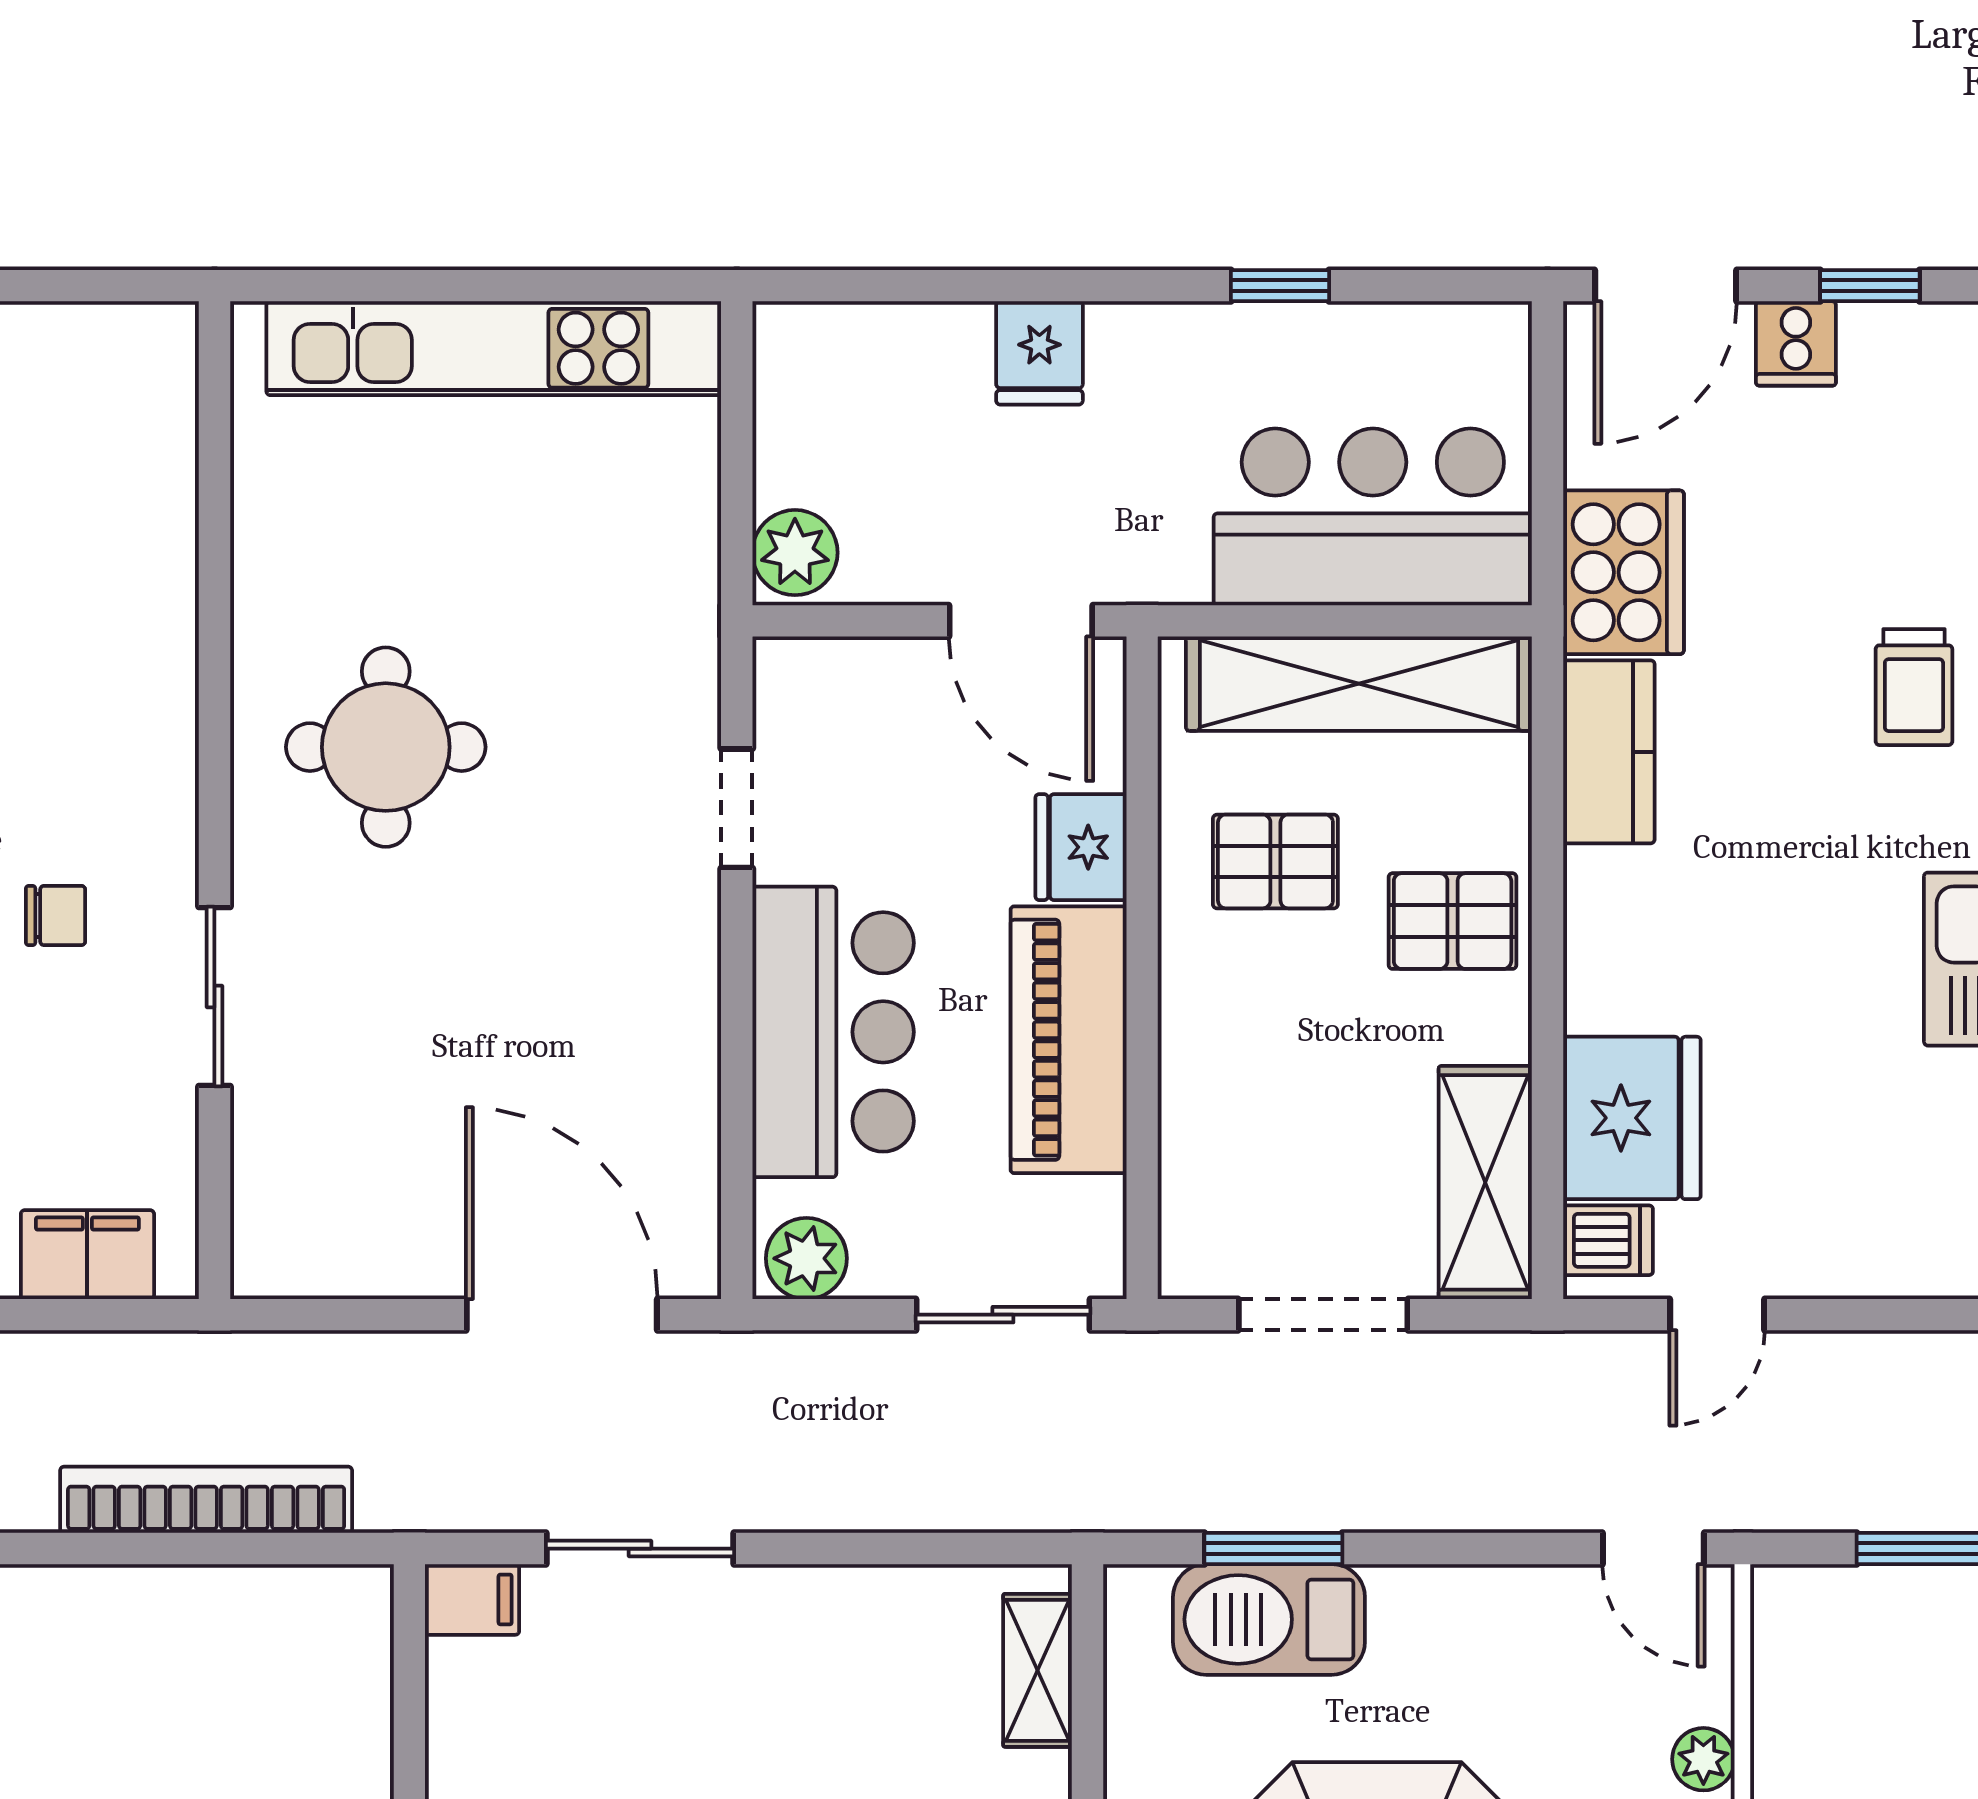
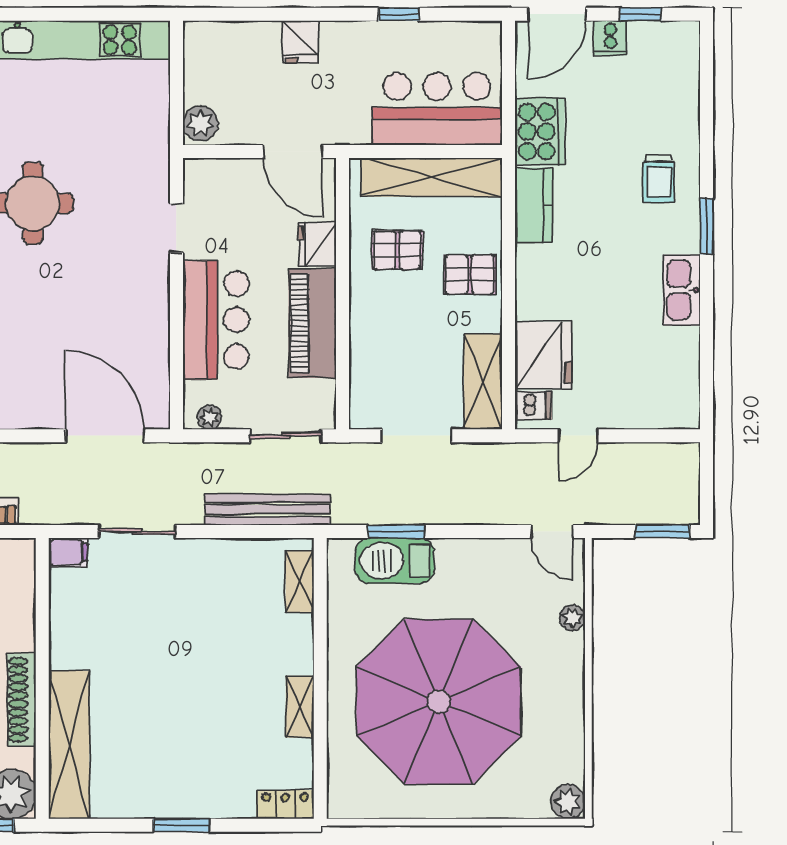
plant: (806, 1258) -> (210, 417), width x0.73, depth x0.73
bench: (959, 1495) -> (267, 509), added

